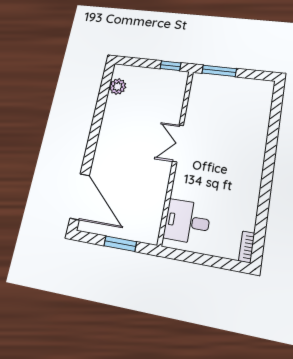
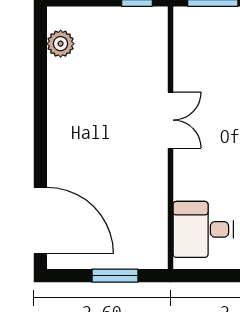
double door: (178, 143) -> (170, 120), swing flipped

